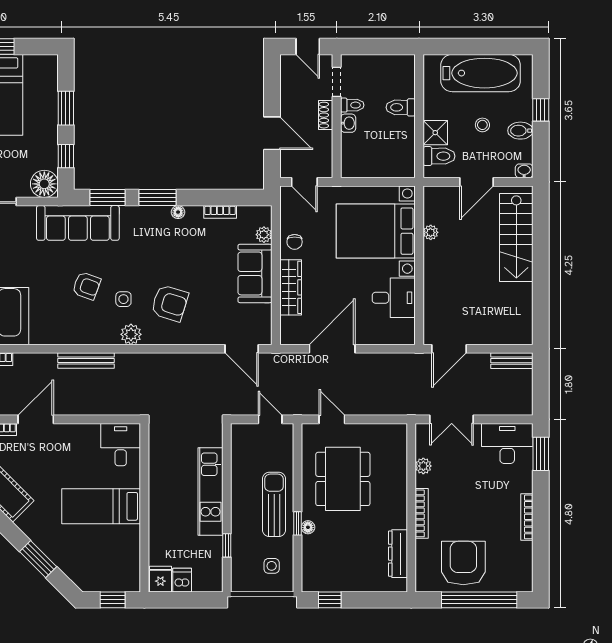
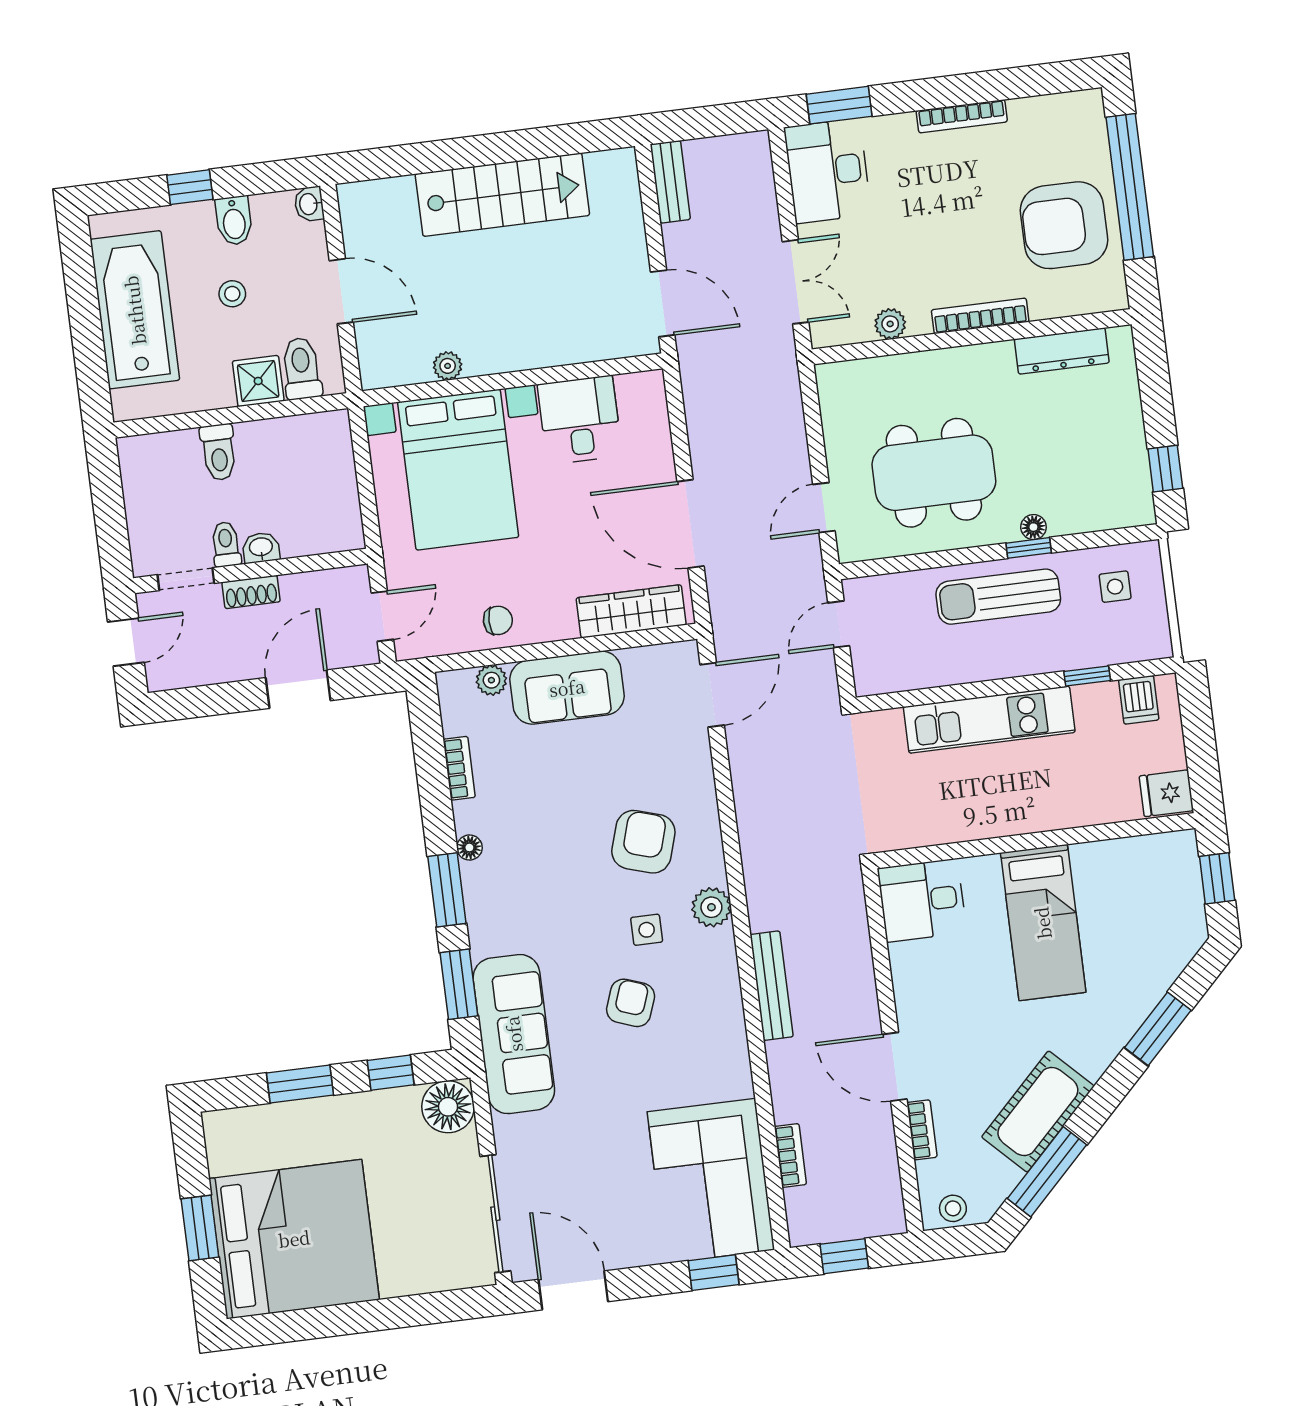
stairs: (516, 237) -> (502, 195), moved
wardrobe: (291, 287) -> (631, 611), moved
dishwasher: (182, 580) -> (1139, 700), moved, turned -90

